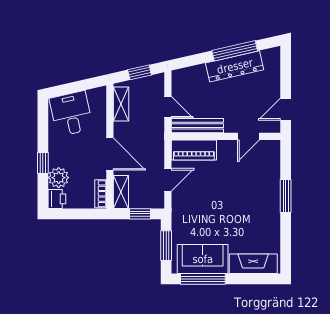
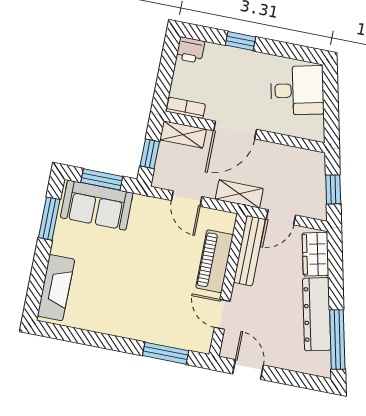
window: (235, 51) -> (337, 340), moved
wardrobe: (190, 76) -> (315, 254), added
shelving: (121, 104) -> (239, 194), moved
piano: (194, 150) -> (214, 261), moved
plant: (59, 178) -> (218, 57), removed
window: (286, 196) -> (166, 353), moved
sofa: (203, 259) -> (97, 205), moved, turned 90
window: (203, 279) -> (49, 219), width x0.69

